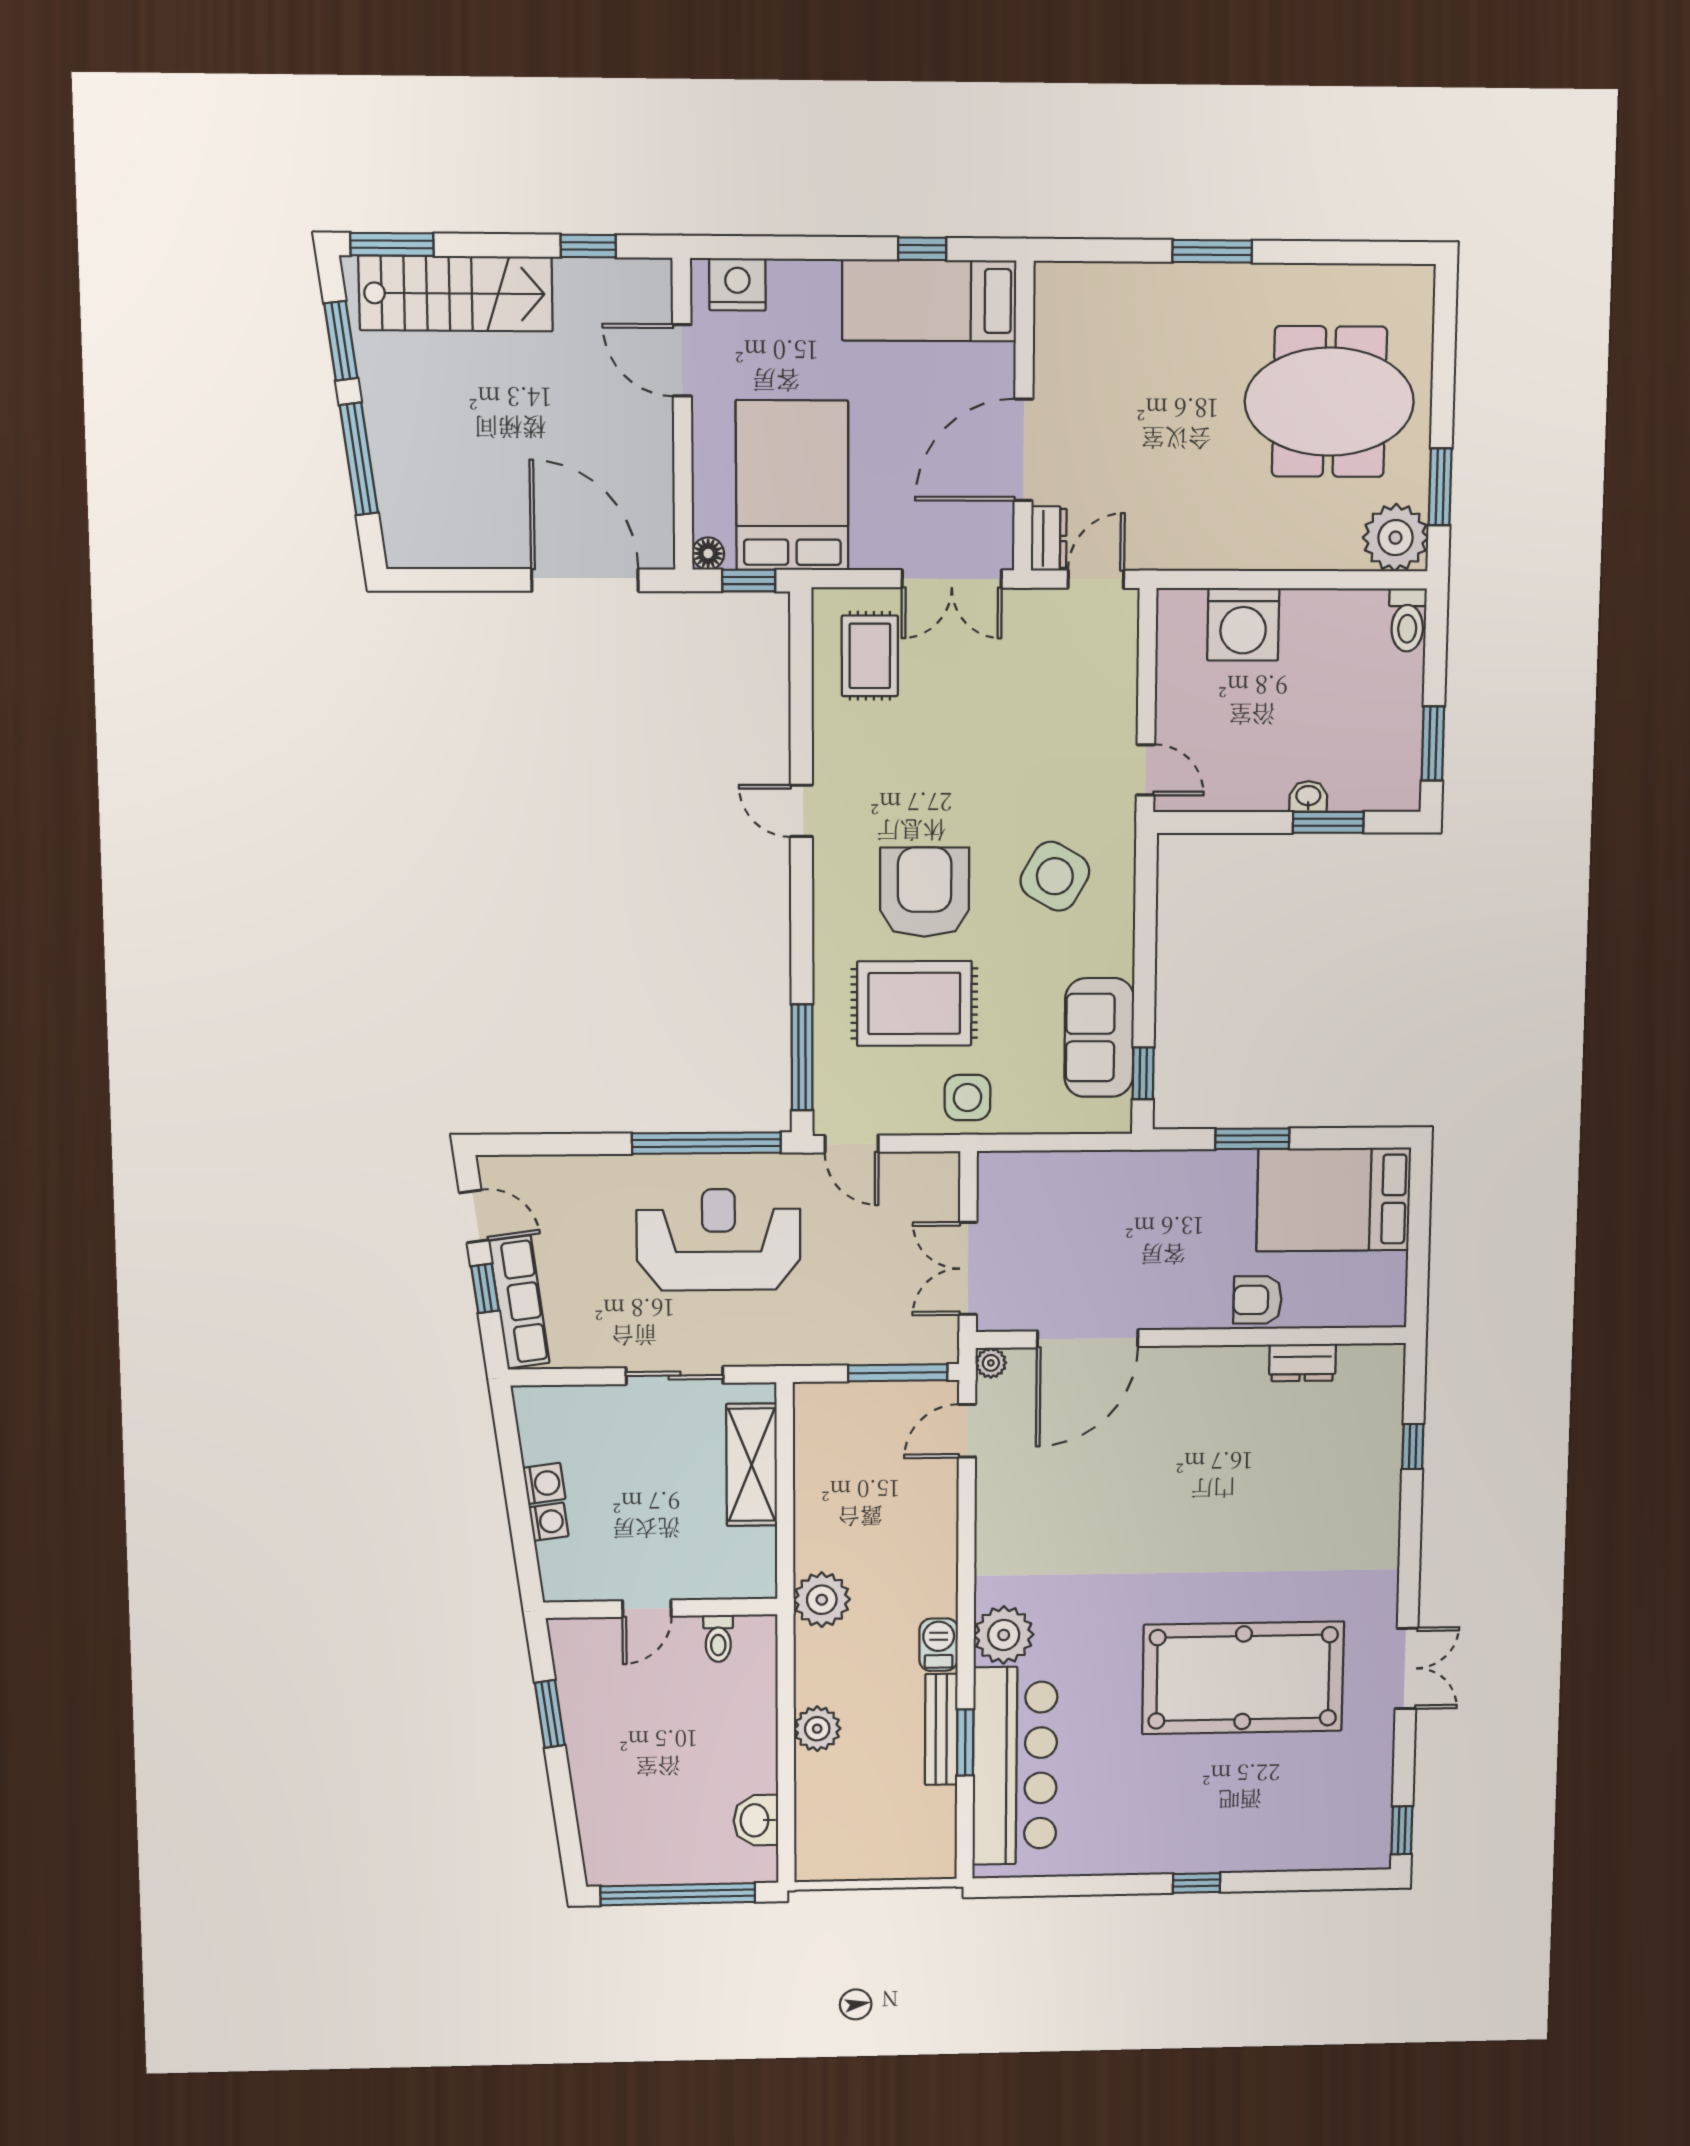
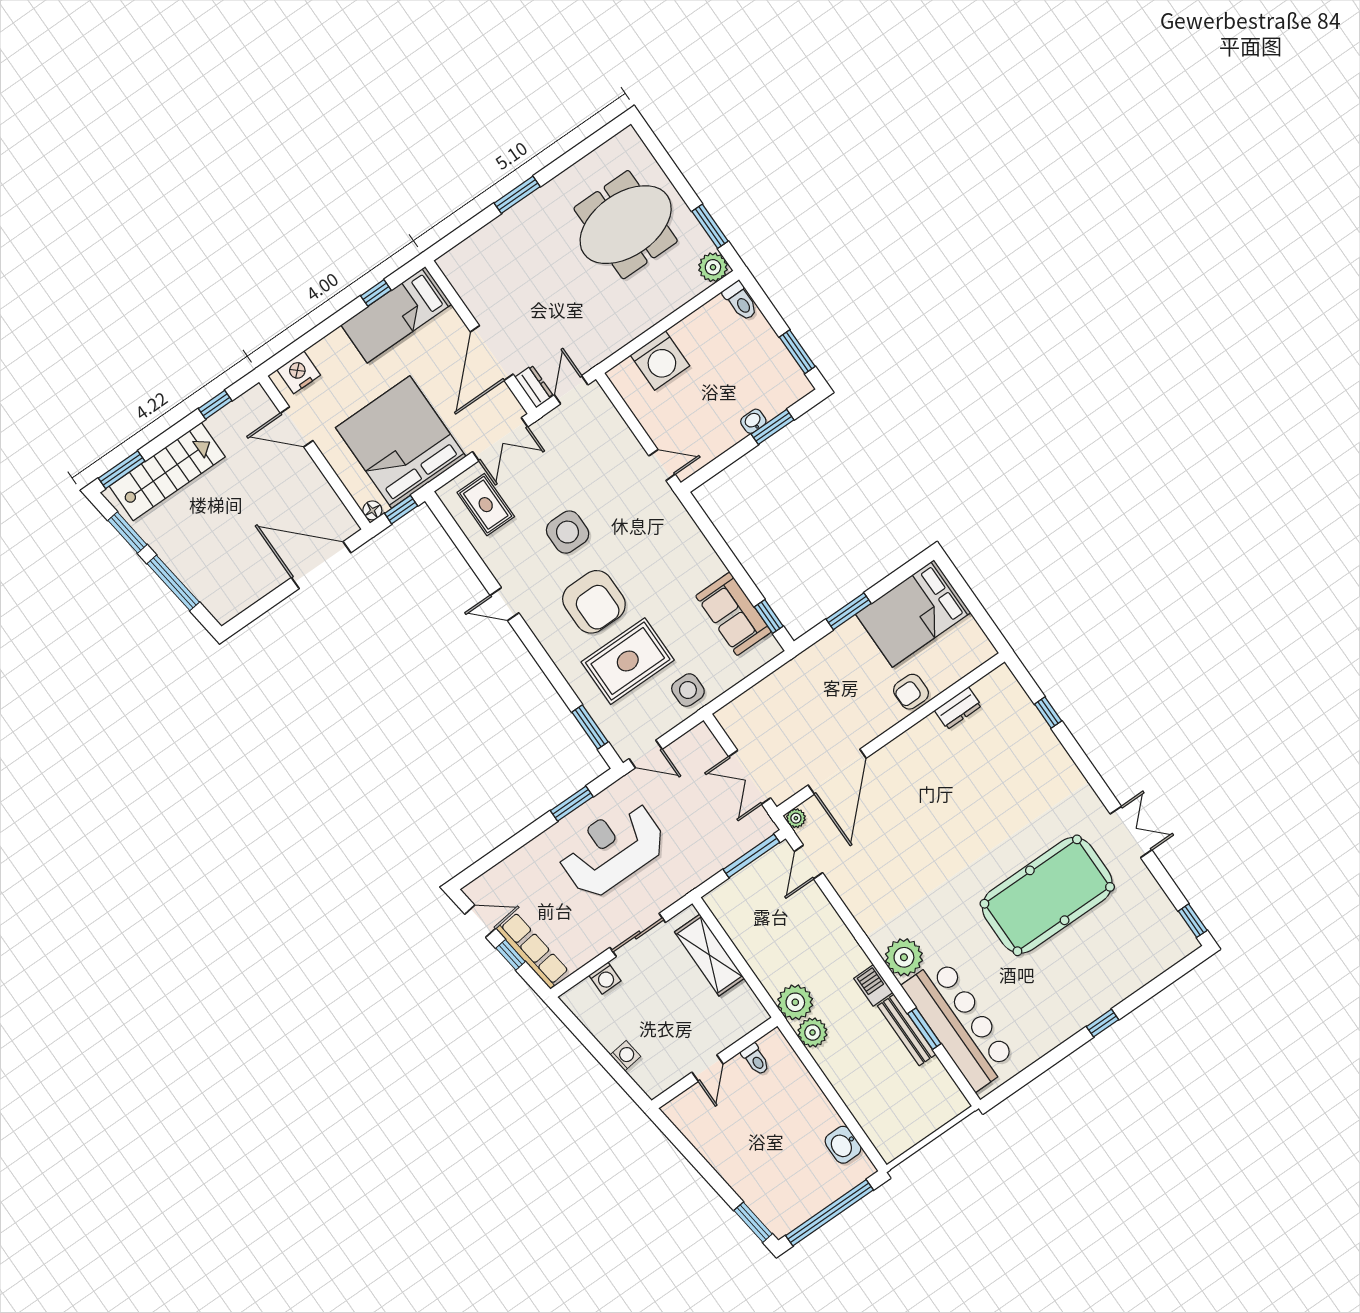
bed: (792, 485) -> (401, 442), width x1.36
plant: (1396, 538) -> (713, 267), width x0.73, depth x0.73
side table: (1055, 876) -> (568, 532), moved, turned -30
armchair: (925, 892) -> (594, 602), turned 180
window: (802, 1057) -> (590, 727), width x0.69
window: (706, 1143) -> (572, 804), width x0.47
washing machine: (544, 1483) -> (605, 978), moved, turned 97
window: (550, 1714) -> (753, 1222), moved
plant: (817, 1729) -> (813, 1032), moved

